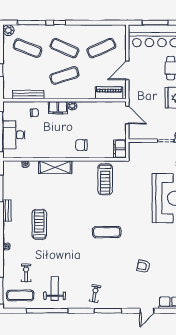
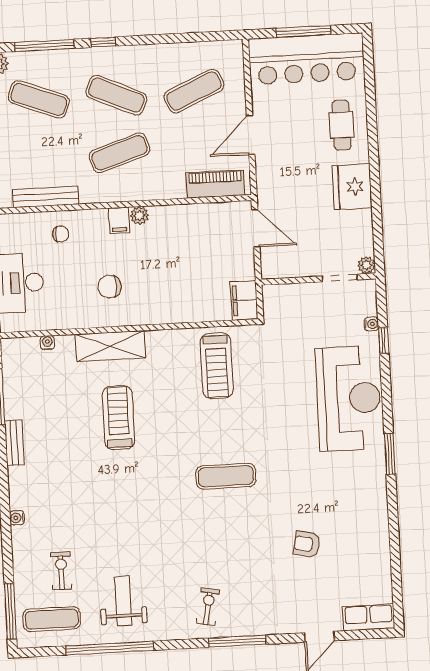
filing cabinet: (58, 108) -> (119, 220), width x0.50
chair: (81, 145) -> (110, 287), moved
treadmill: (39, 224) -> (118, 418), moved

